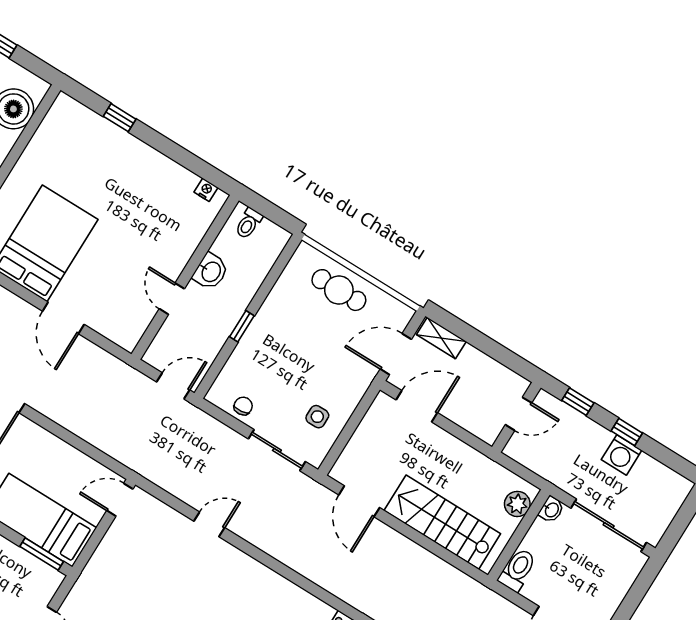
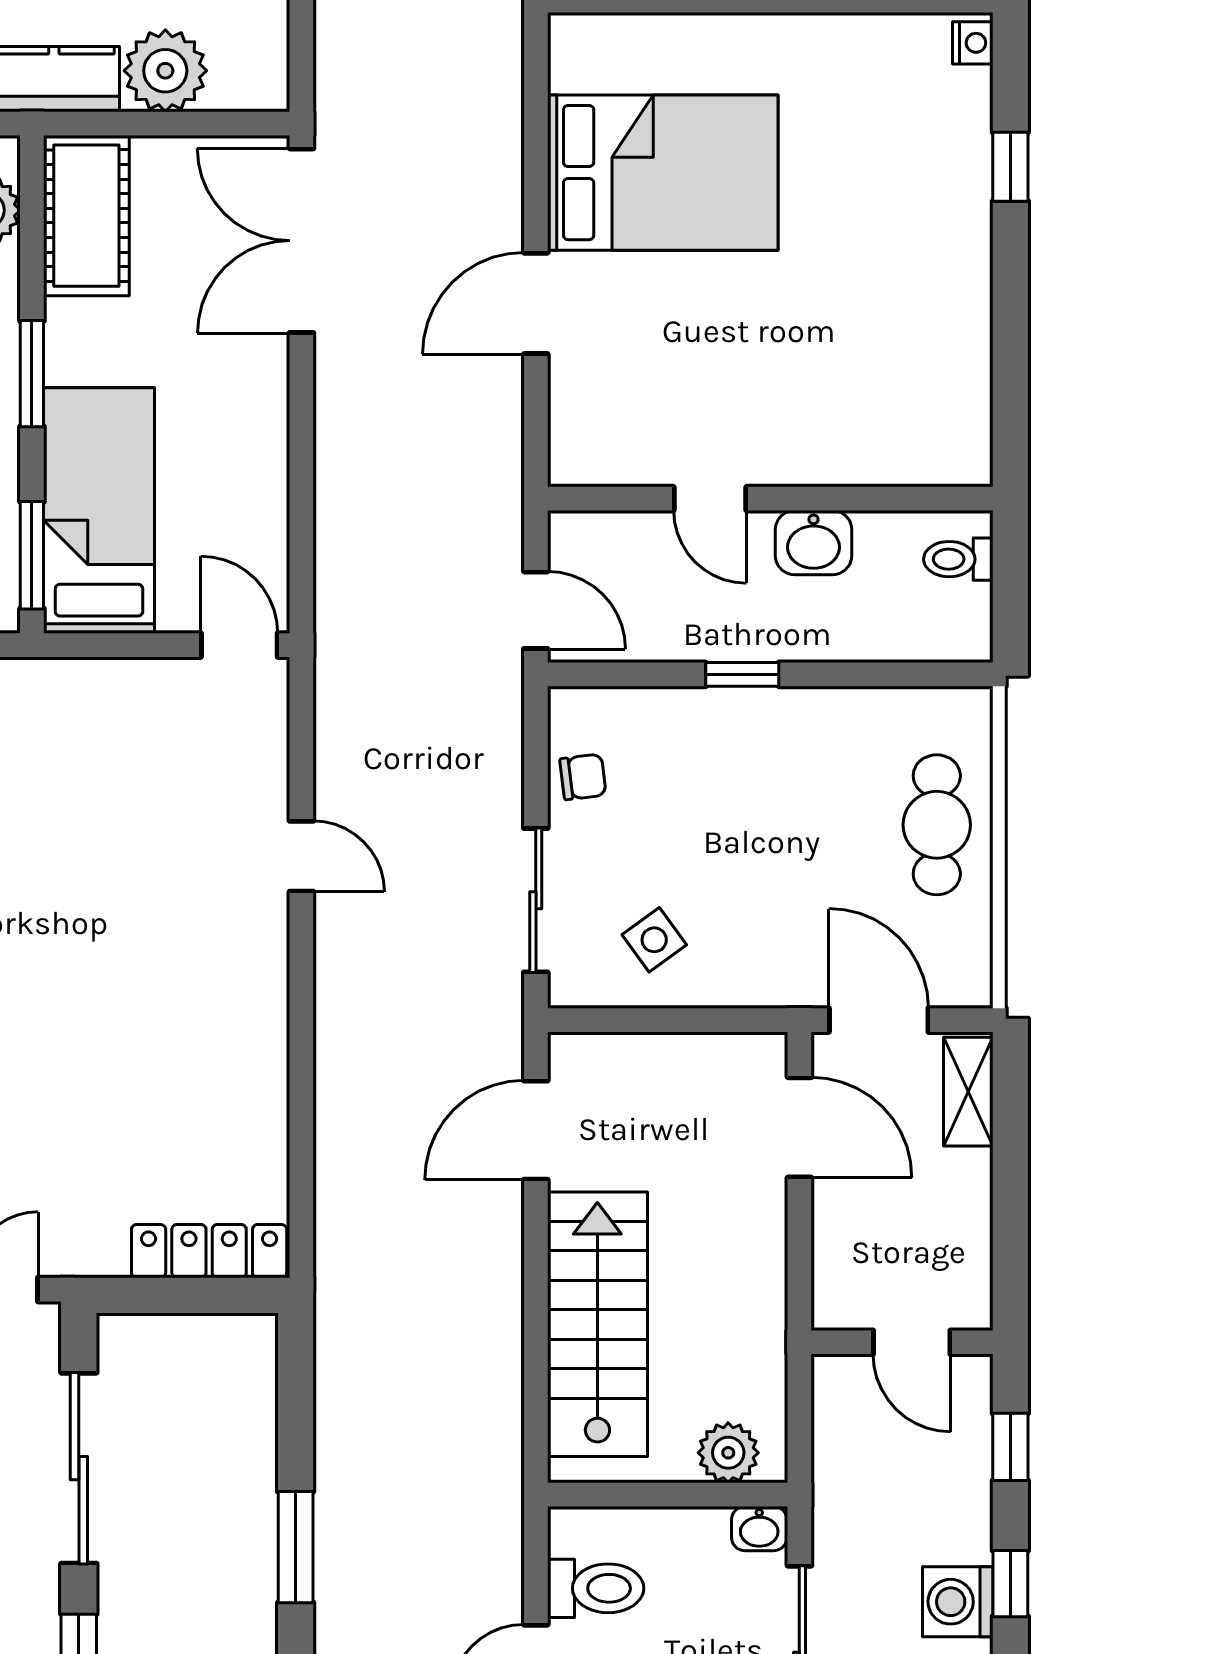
nightstand: (206, 190) -> (973, 43), moved
door: (172, 299) -> (710, 499), swing flipped
side table: (317, 417) -> (654, 940), turned -36
toilet: (518, 570) -> (596, 1588), moved

